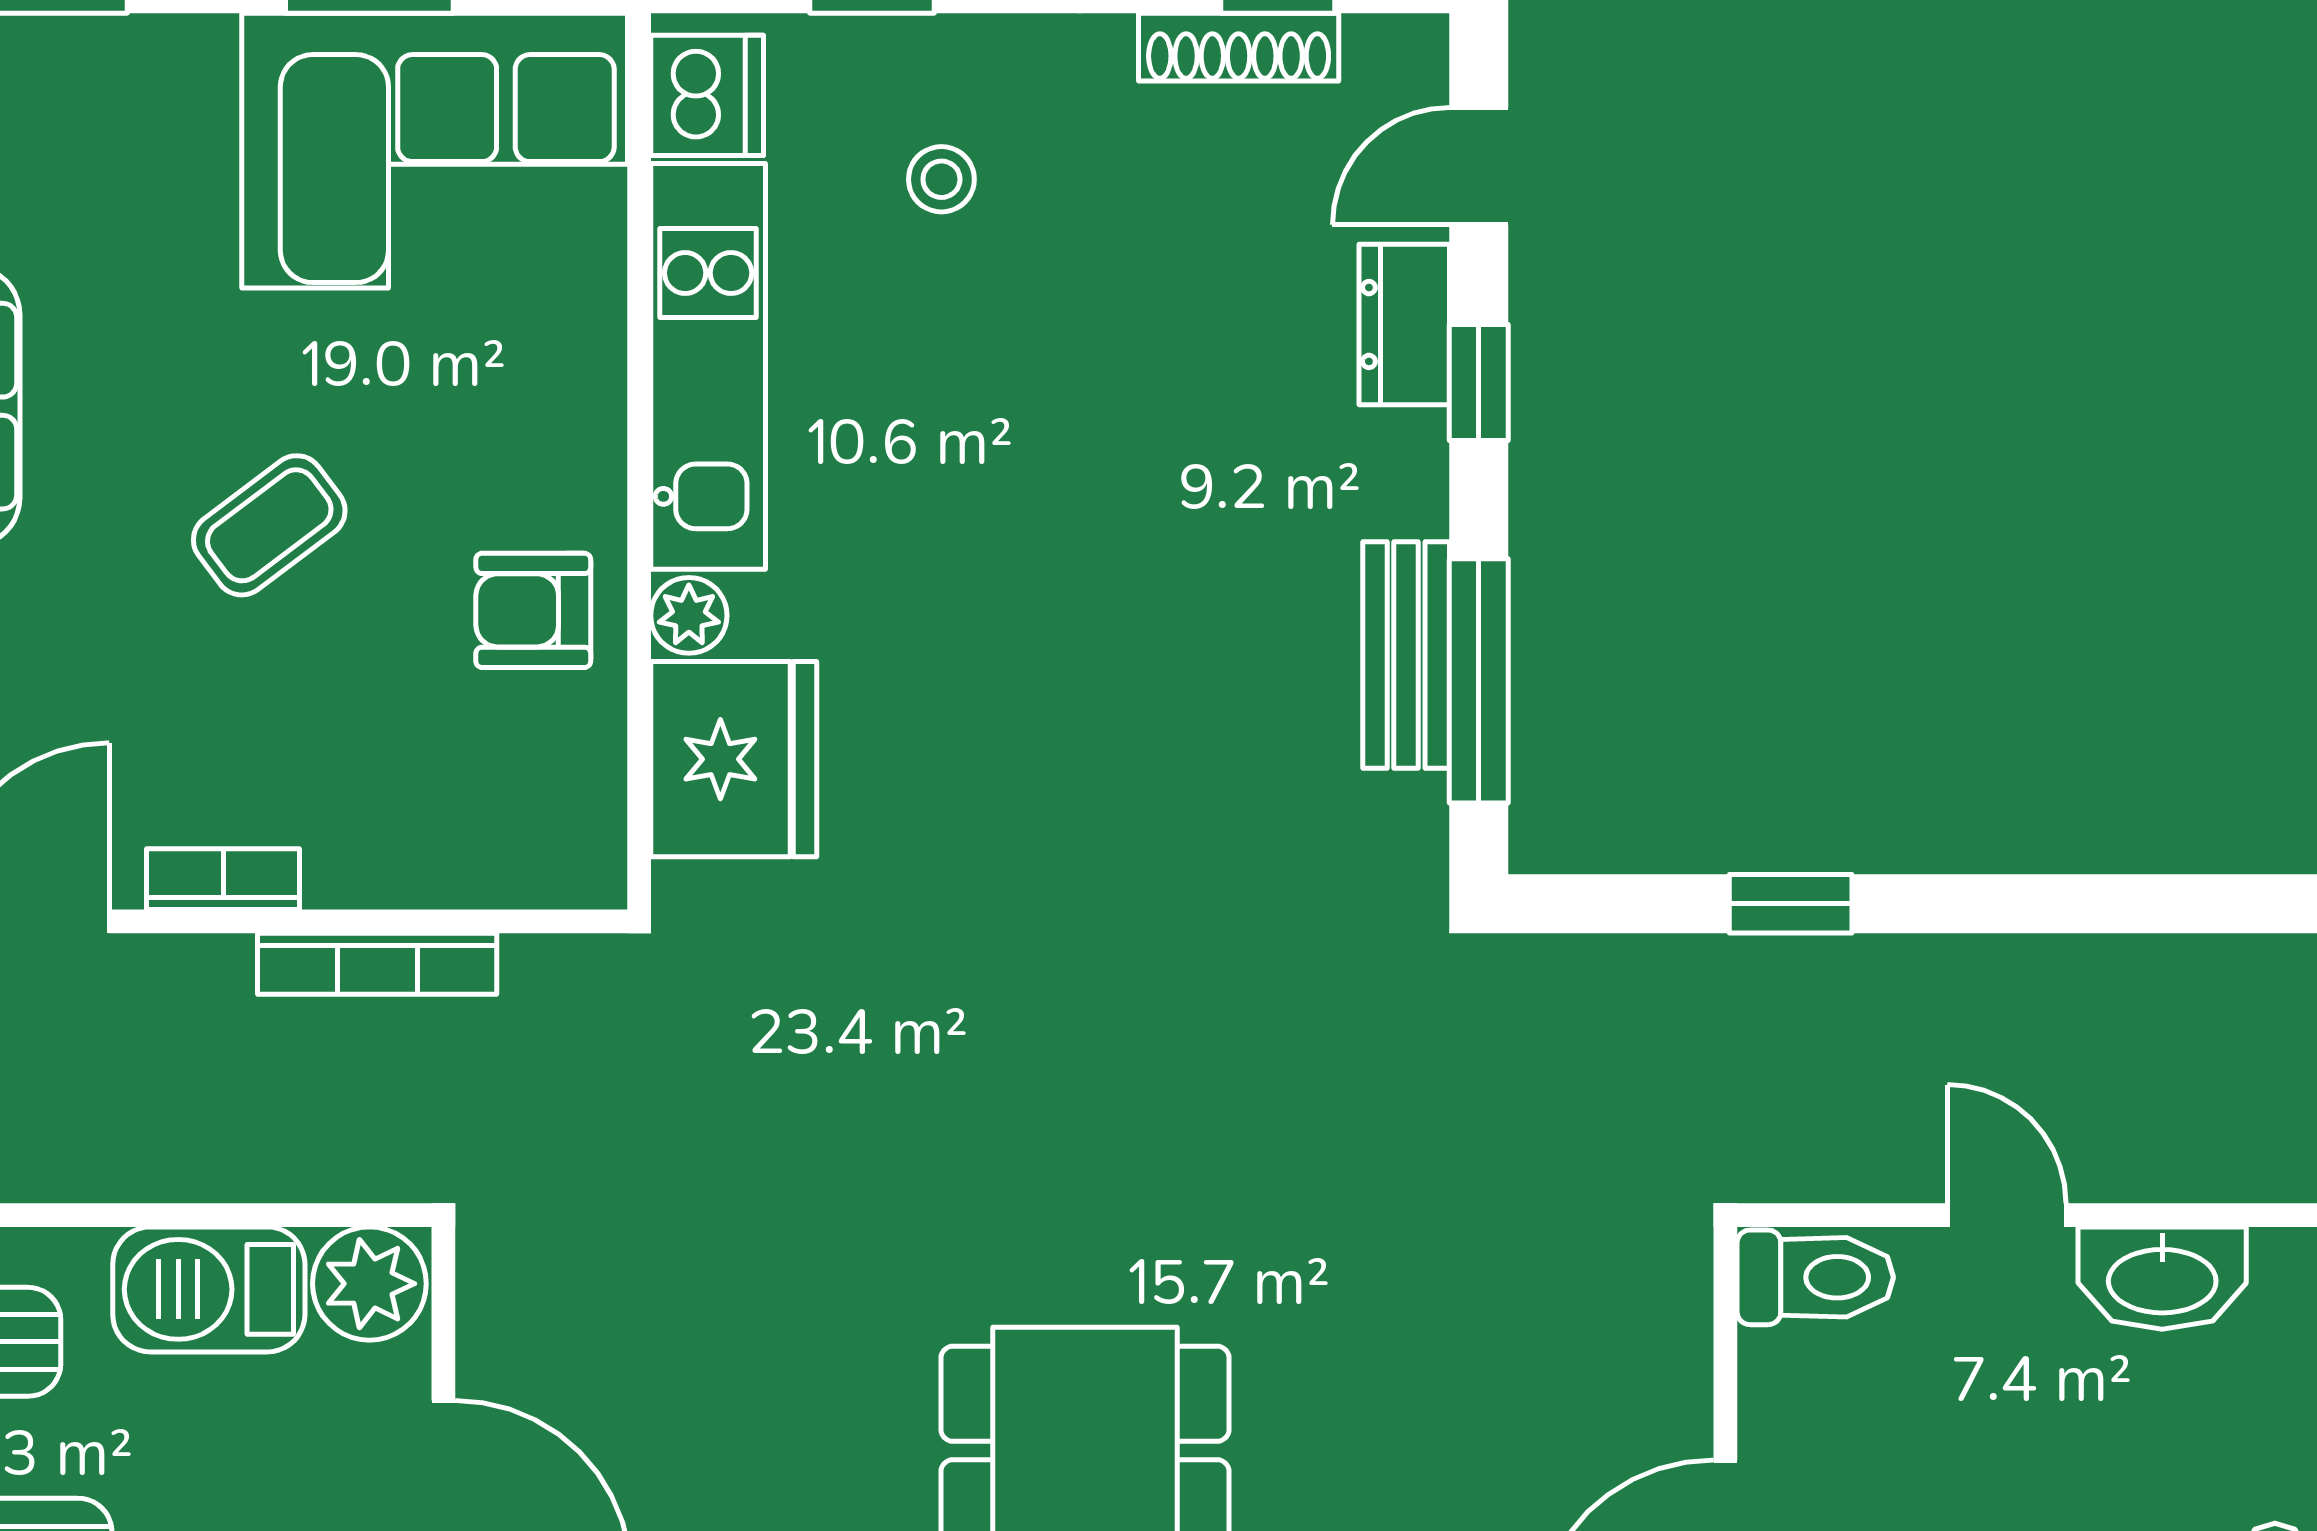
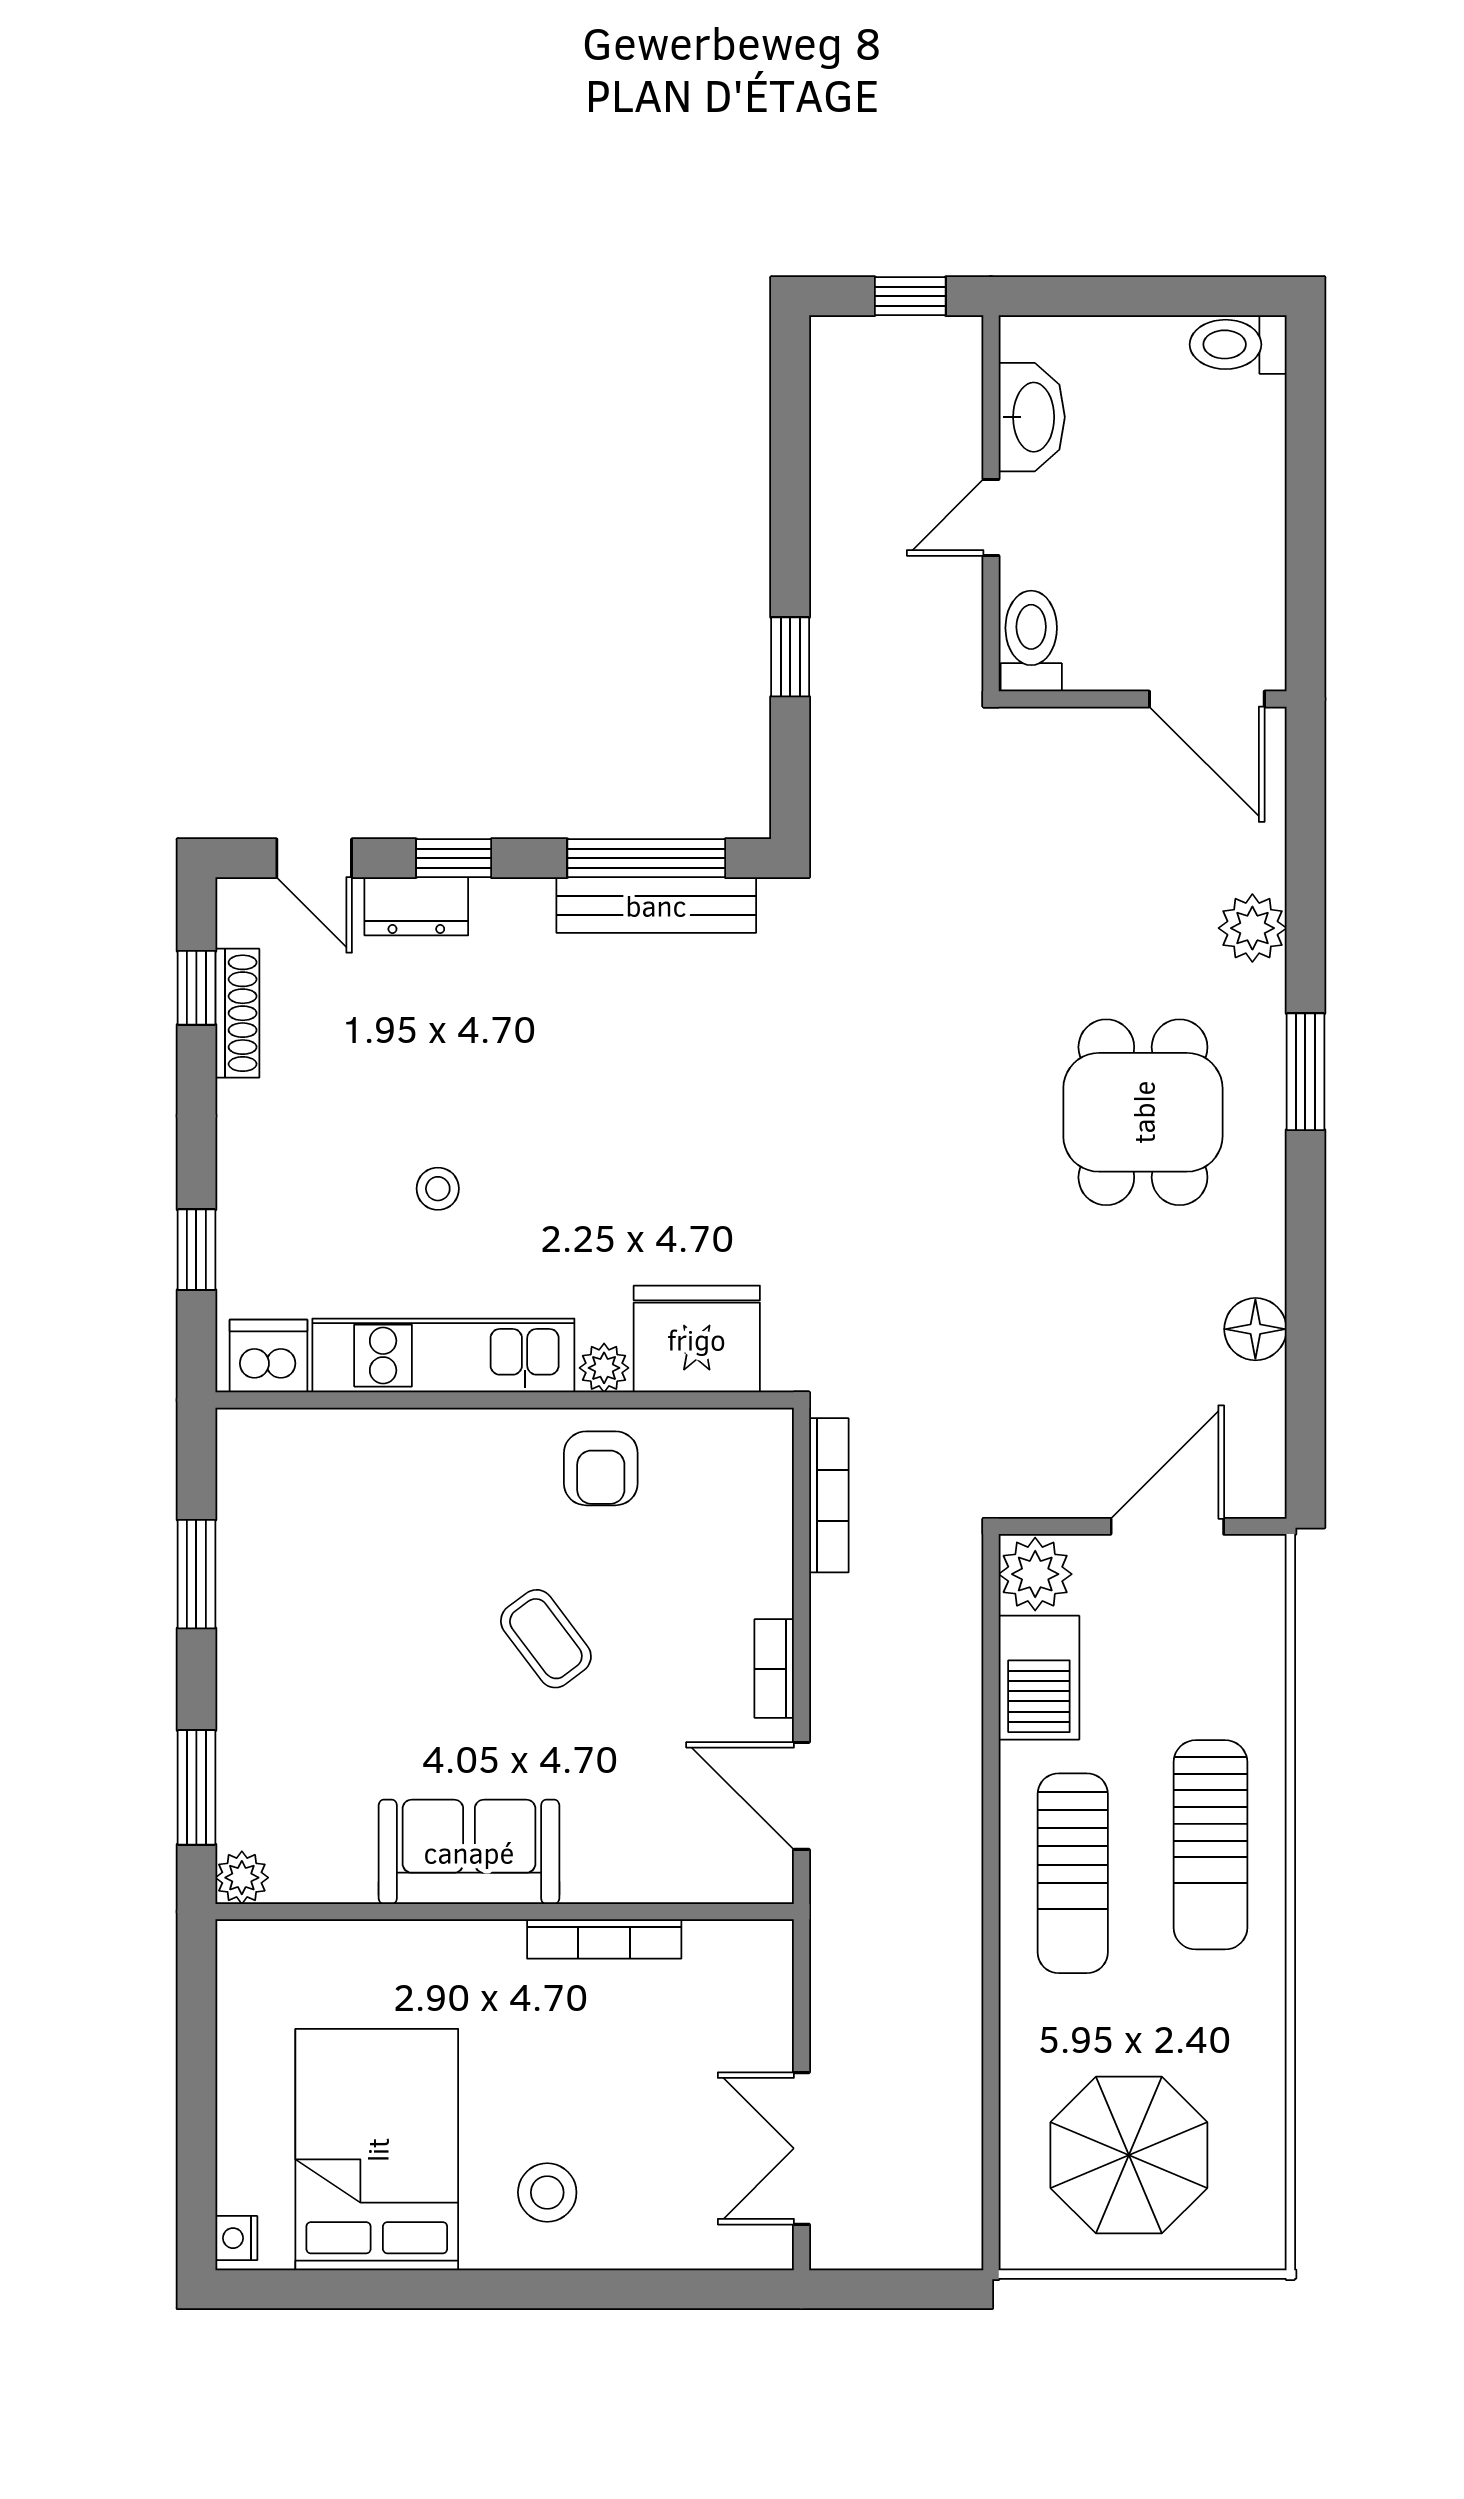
corner sofa: (435, 151) -> (304, 1532), removed
stool: (941, 179) -> (438, 1189), moved
bench: (1406, 655) -> (656, 905), width x1.36
bookcase: (377, 964) -> (829, 1495), moved

